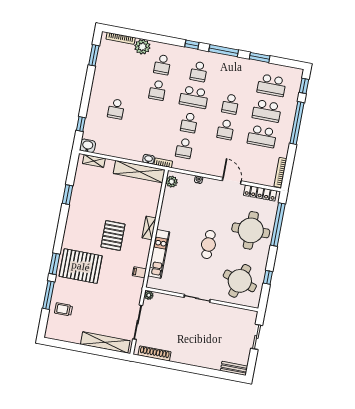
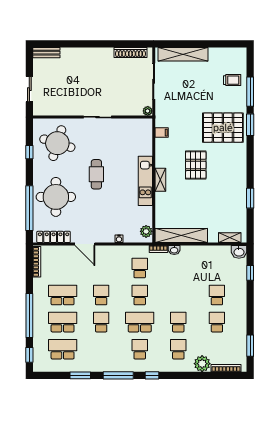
school desk: (121, 83) -> (217, 322), added
kitchen unit: (159, 254) -> (145, 181), moved

